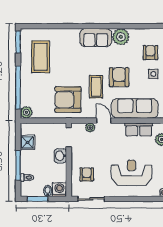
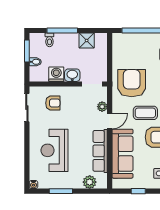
plant: (26, 112) -> (118, 39), removed
row of seats: (139, 130) -> (100, 151), width x1.48
reception desk: (132, 173) -> (54, 150), turned 180
washing machine: (59, 190) -> (56, 74), moved, turned -90

